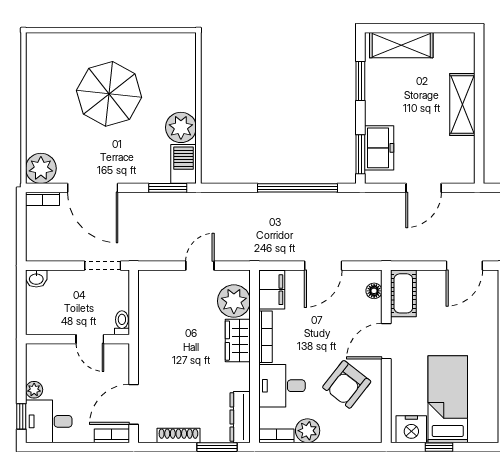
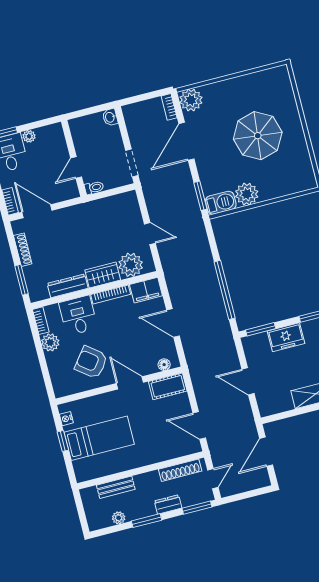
freezer: (379, 148) -> (286, 337), moved
dresser: (240, 417) -> (68, 286), moved
nightstand: (411, 429) -> (66, 419), width x0.53, depth x0.56

